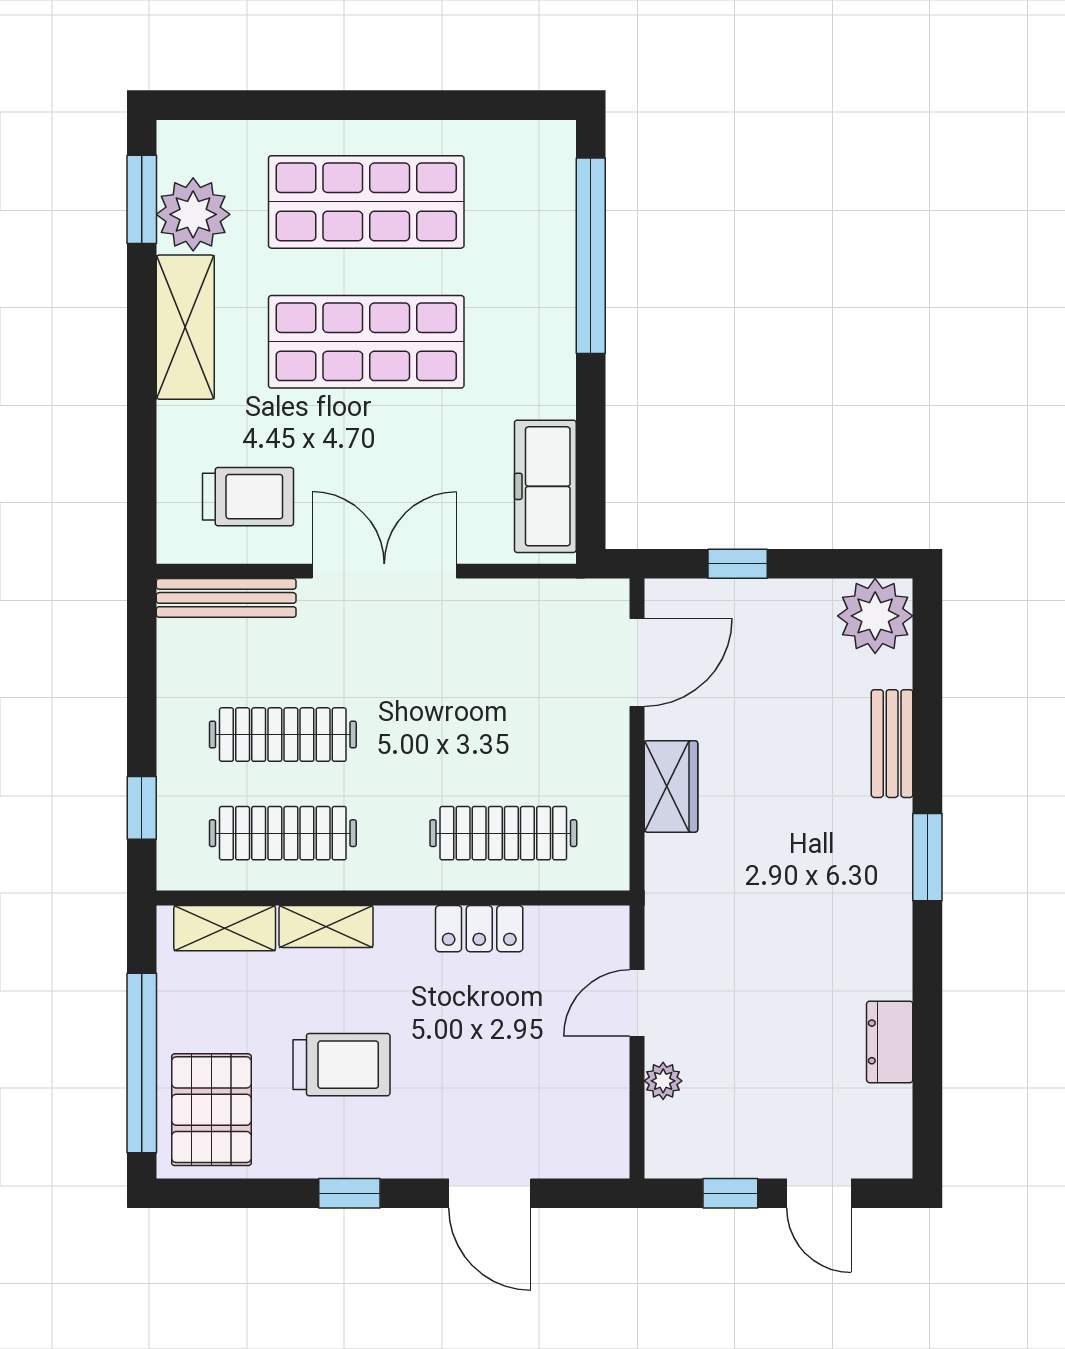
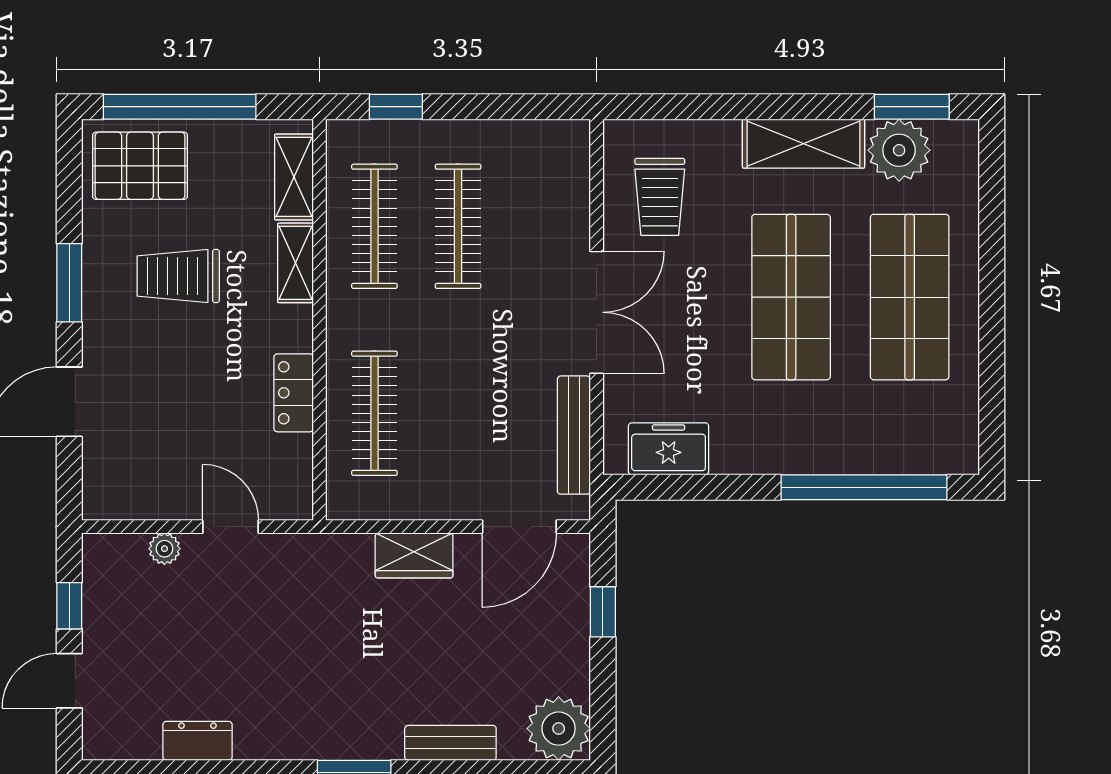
freezer: (545, 486) -> (669, 449), width x0.71
bench: (226, 598) -> (574, 435), moved
door: (637, 662) -> (519, 527), hinge flipped
trolley: (341, 1065) -> (178, 276), turned 90
window: (349, 1193) -> (69, 283), width x1.50

